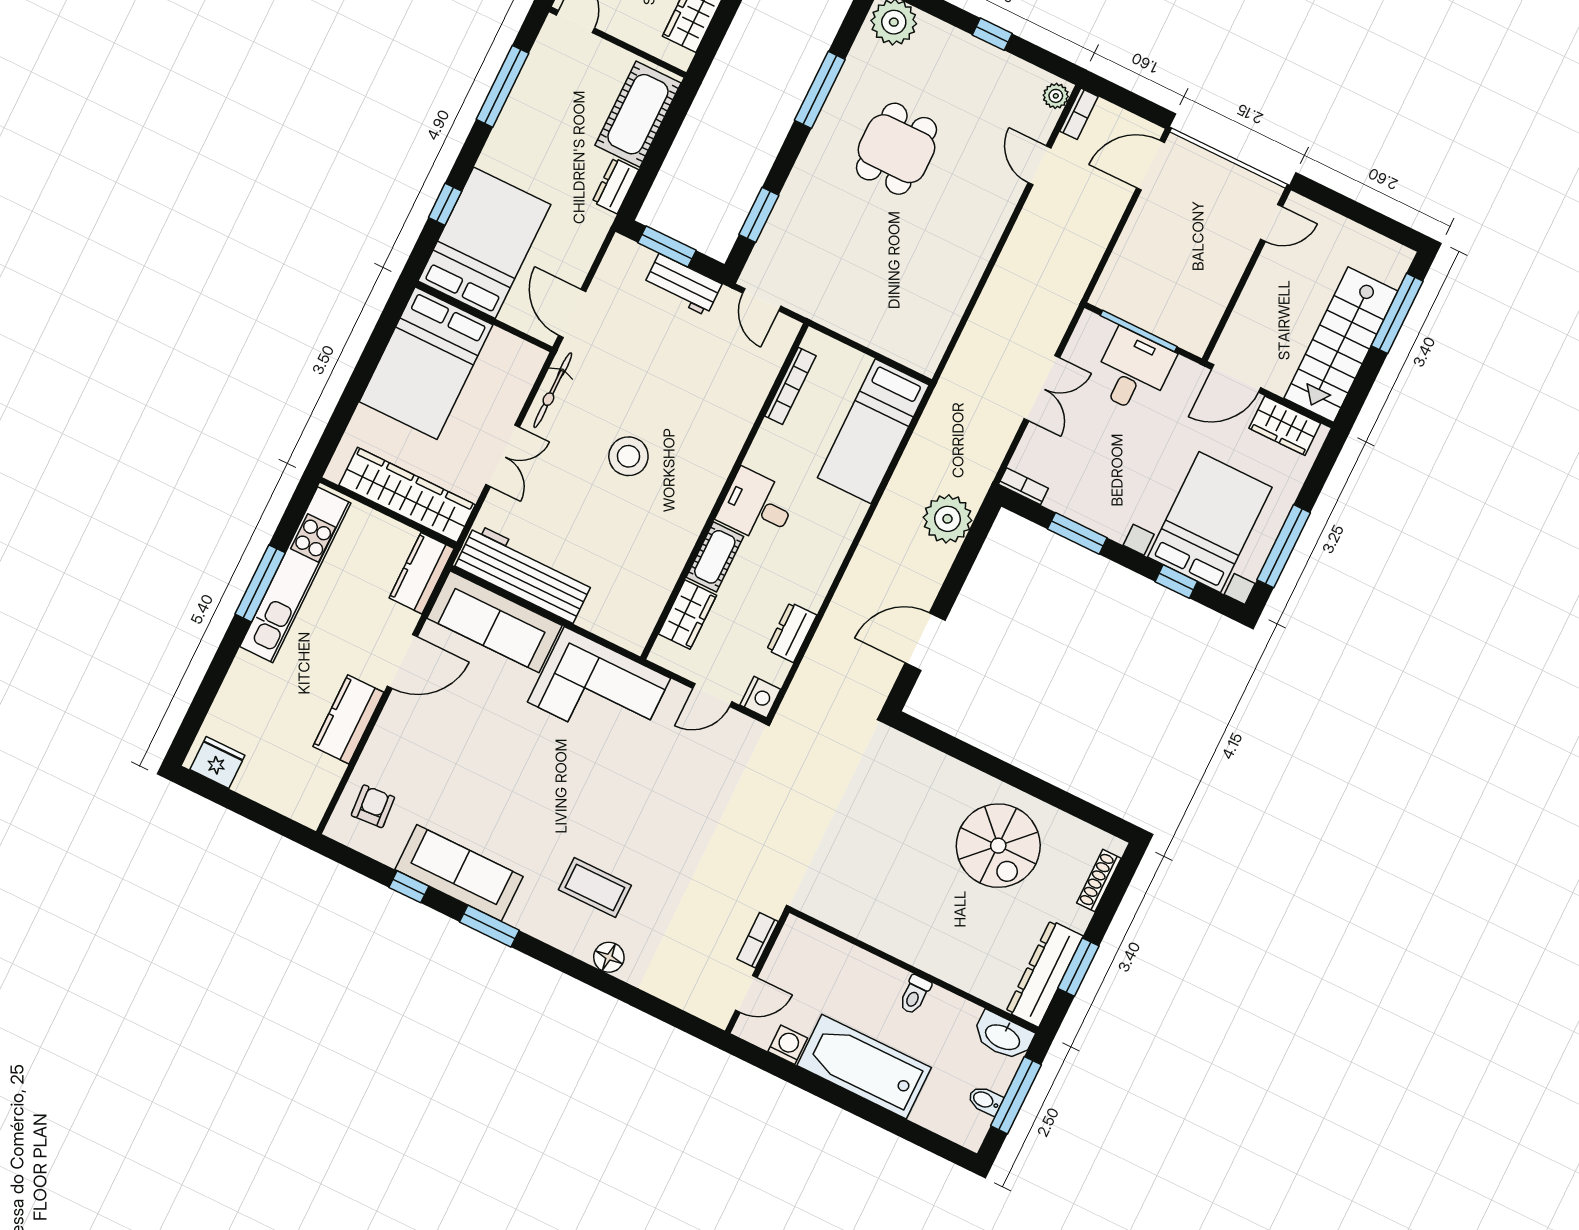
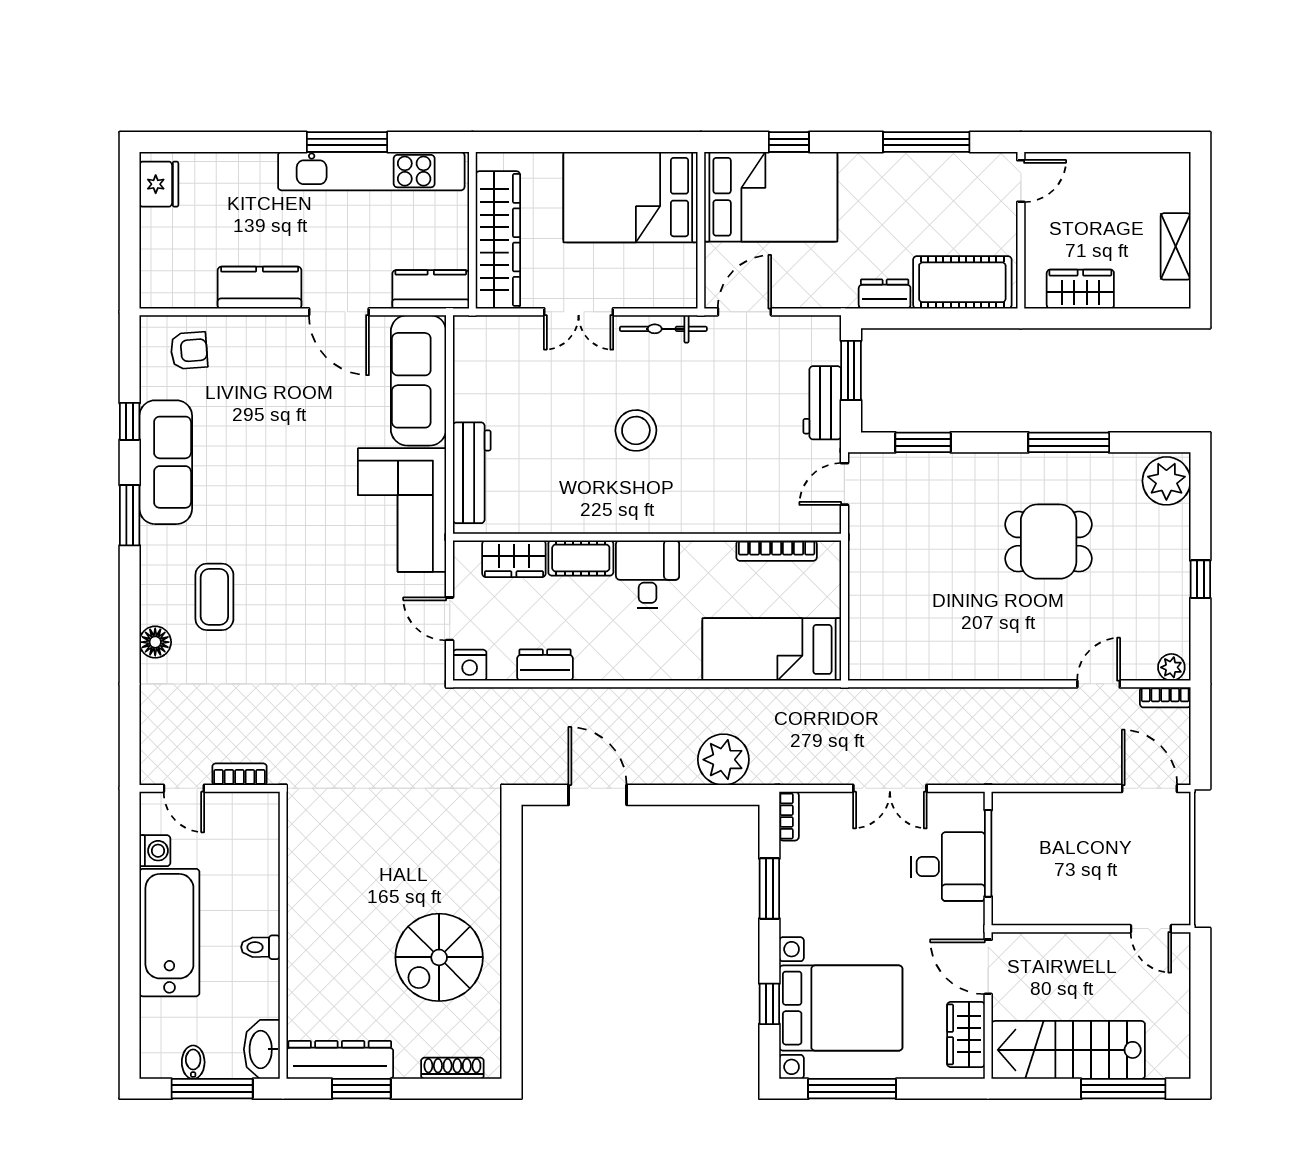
workbench: (524, 573) -> (472, 473), moved, width x0.73, depth x0.76

